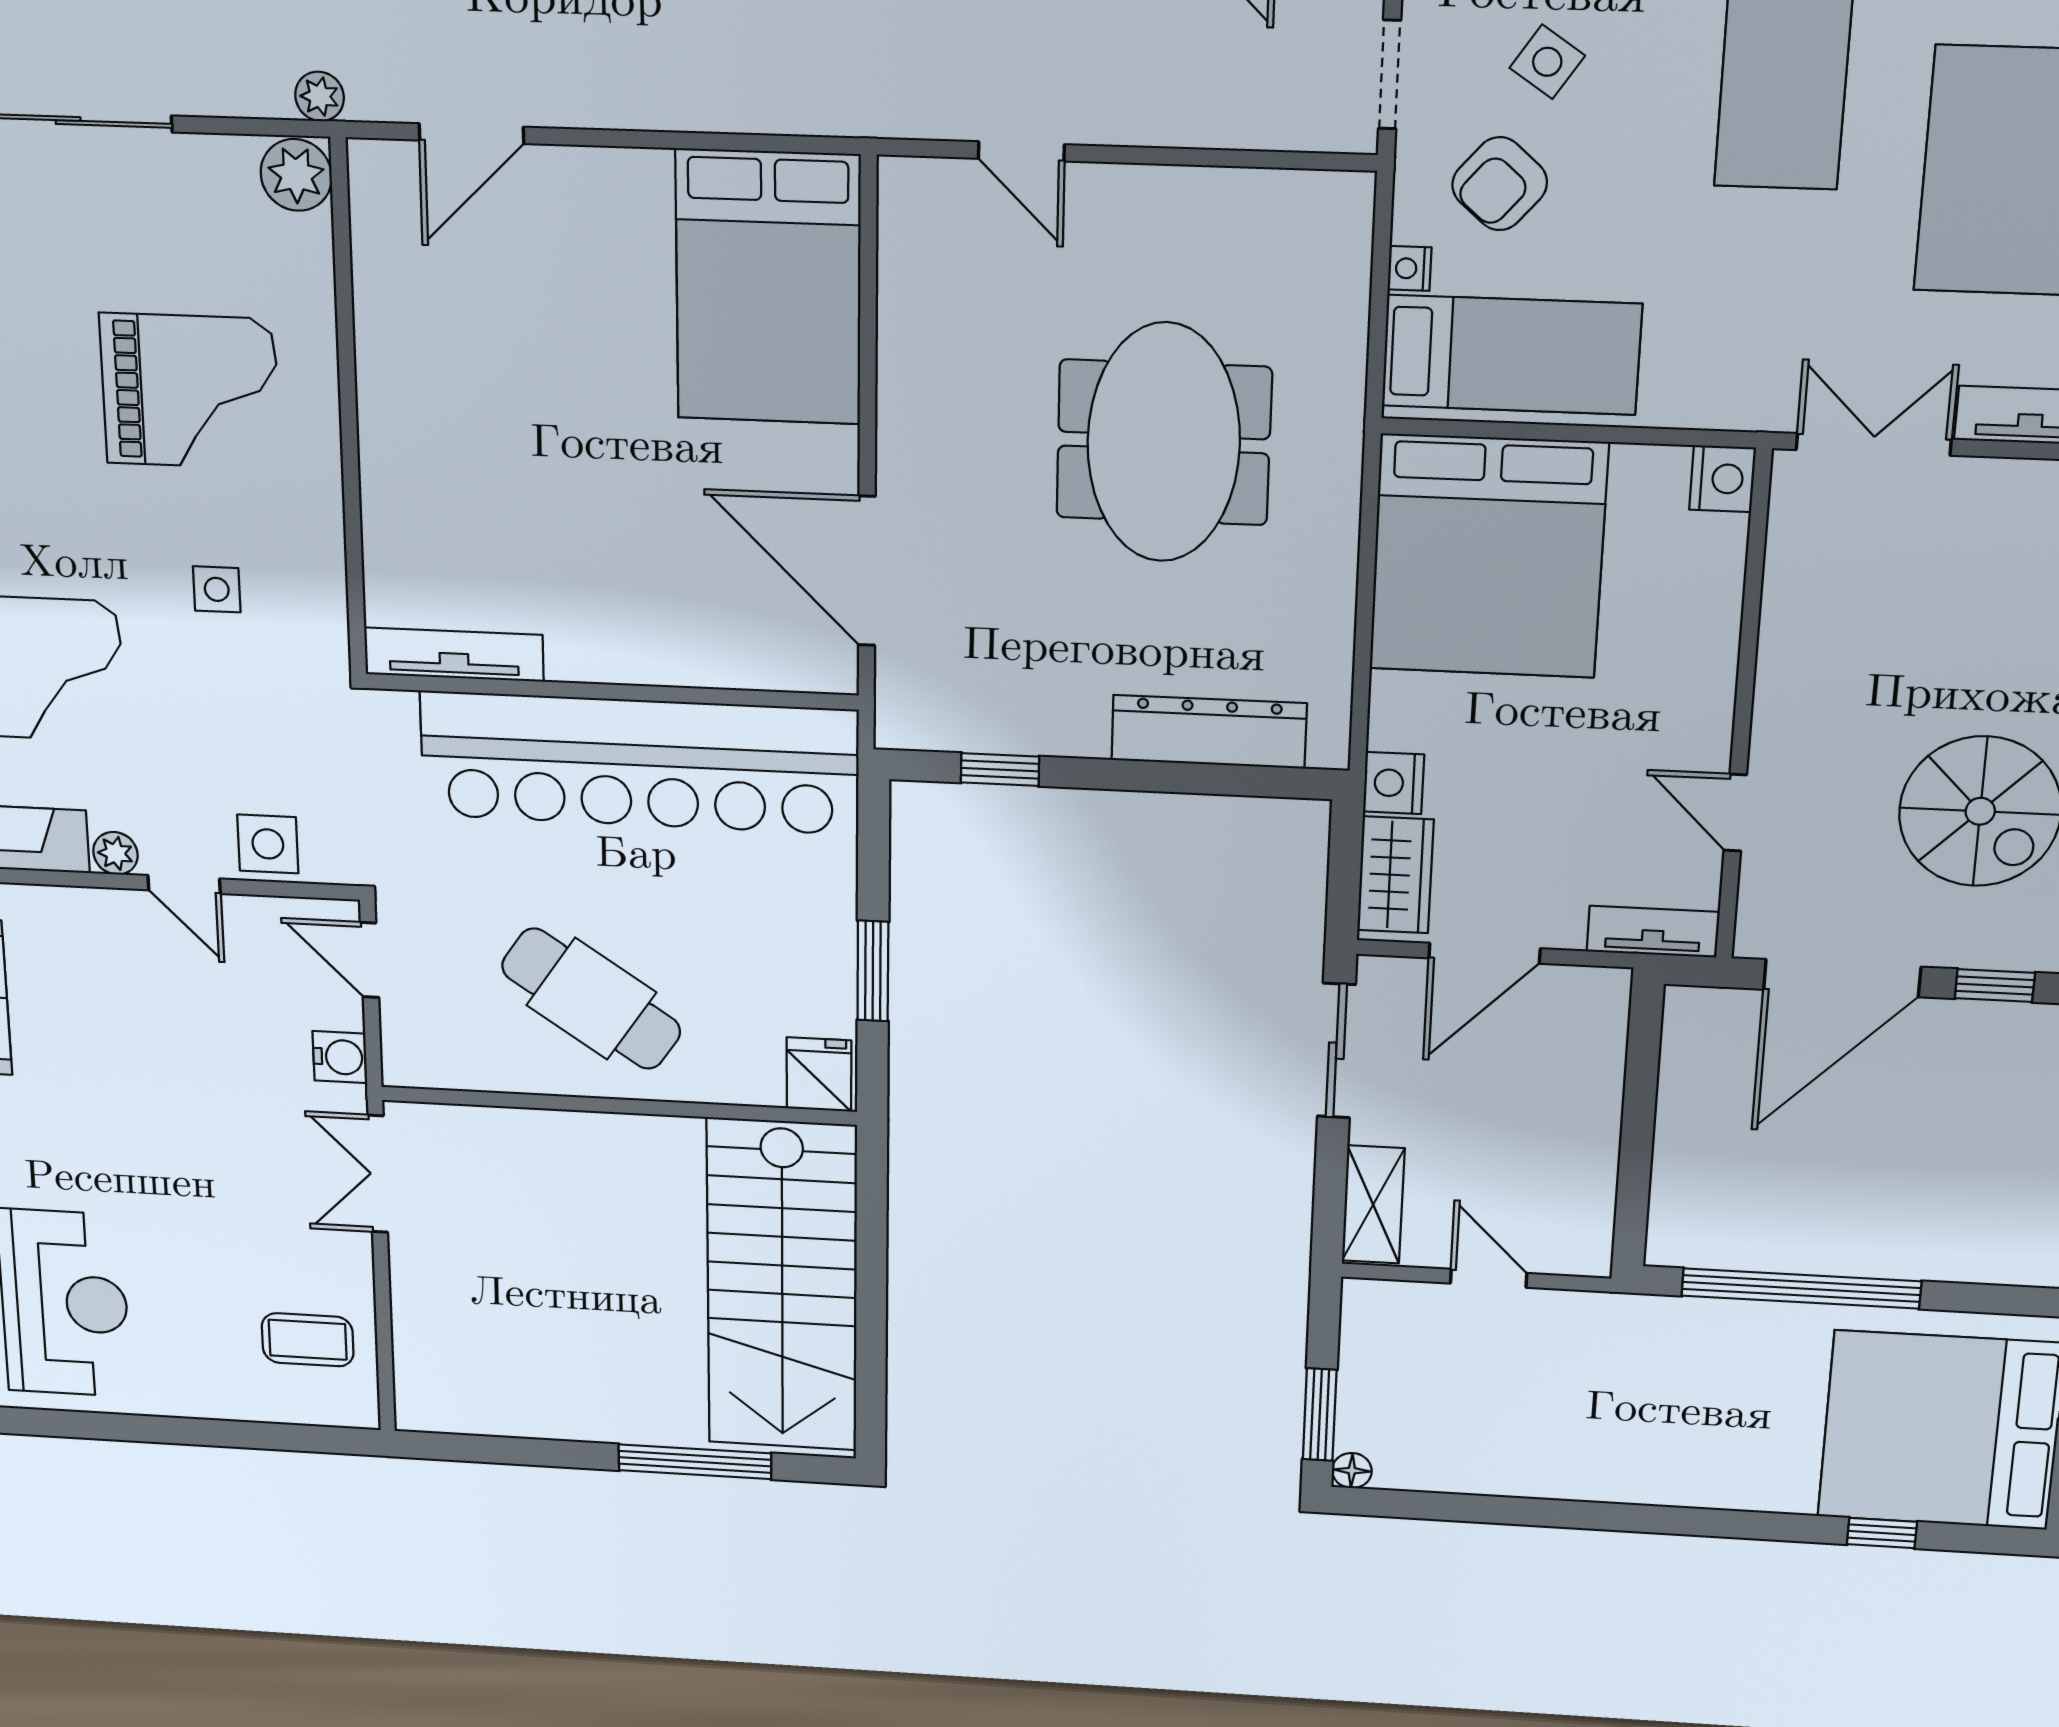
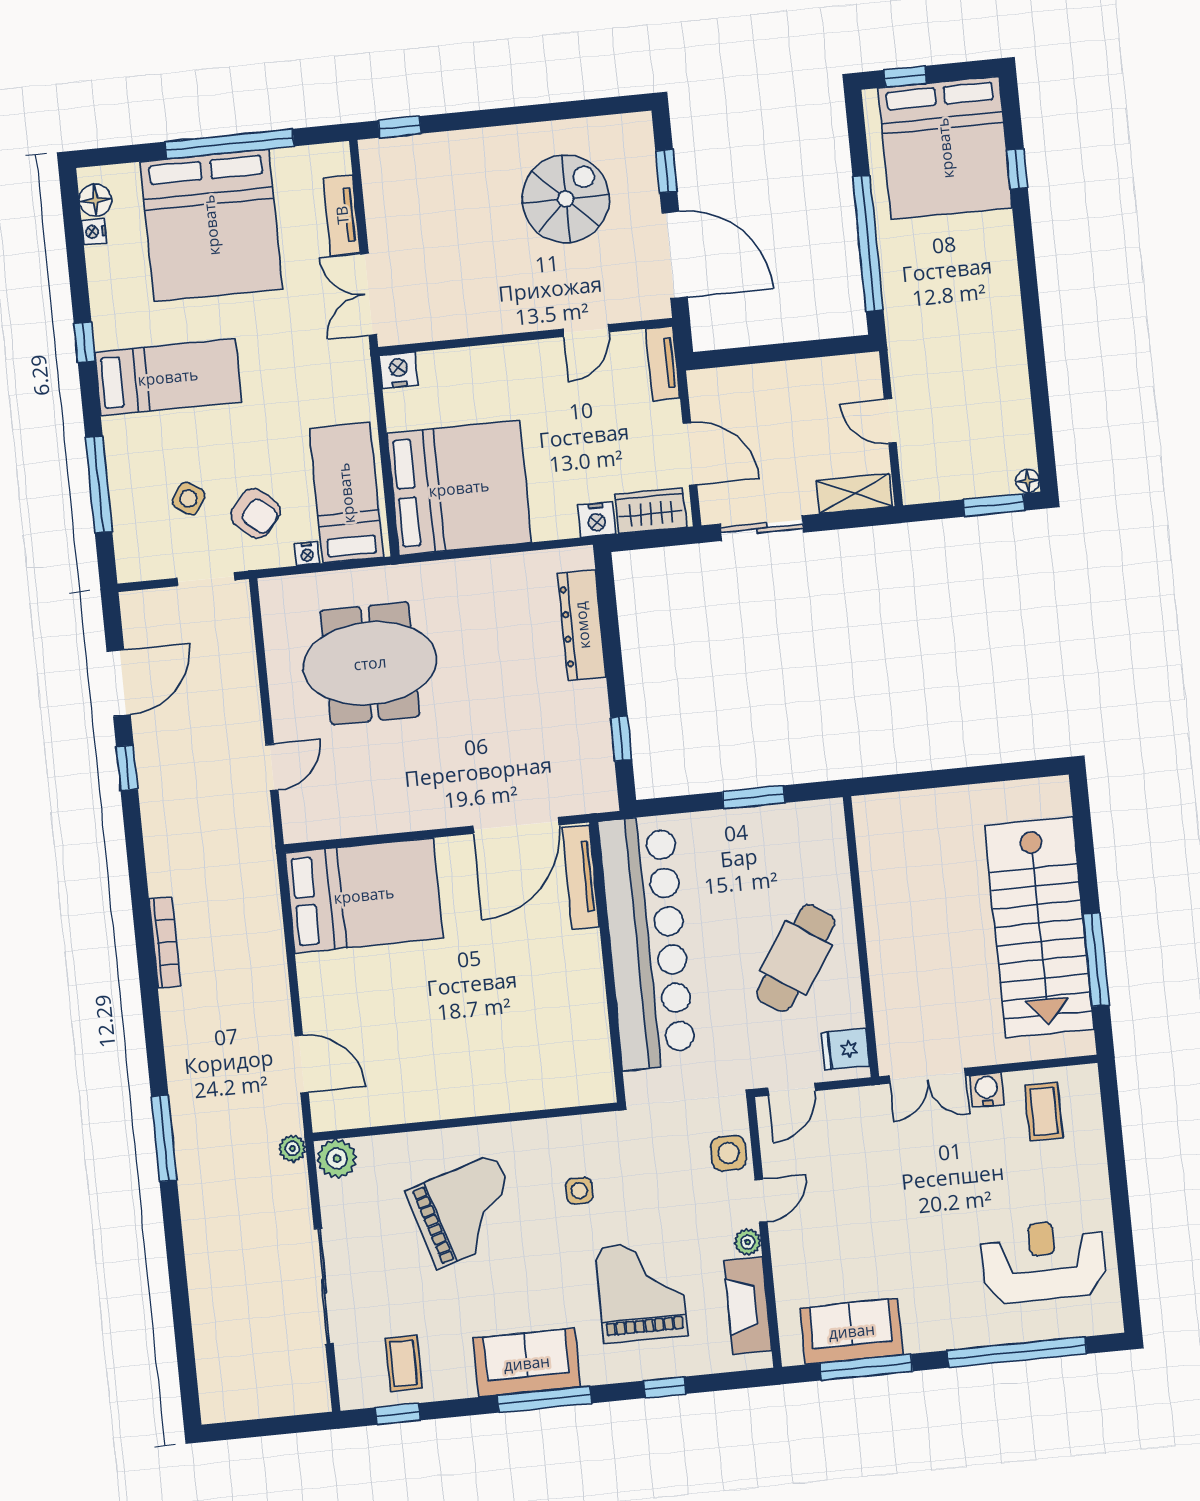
grand piano: (190, 391) -> (466, 1211), turned 73
meeting table: (1164, 442) -> (370, 663), moved
tv unit: (454, 655) -> (581, 877), moved
water cooler: (340, 1057) -> (987, 1090), moved
fridge: (819, 1074) -> (845, 1049), moved
door: (1489, 1278) -> (890, 421), hinge flipped
stairs: (782, 1286) -> (1039, 927), moved, turned 90
window: (695, 1462) -> (1096, 960), moved

